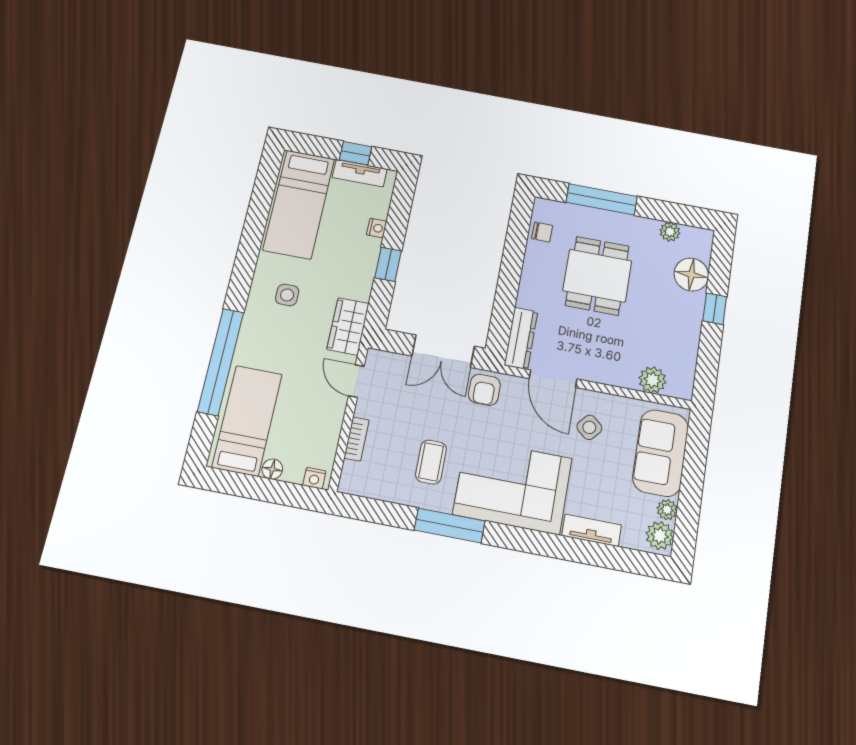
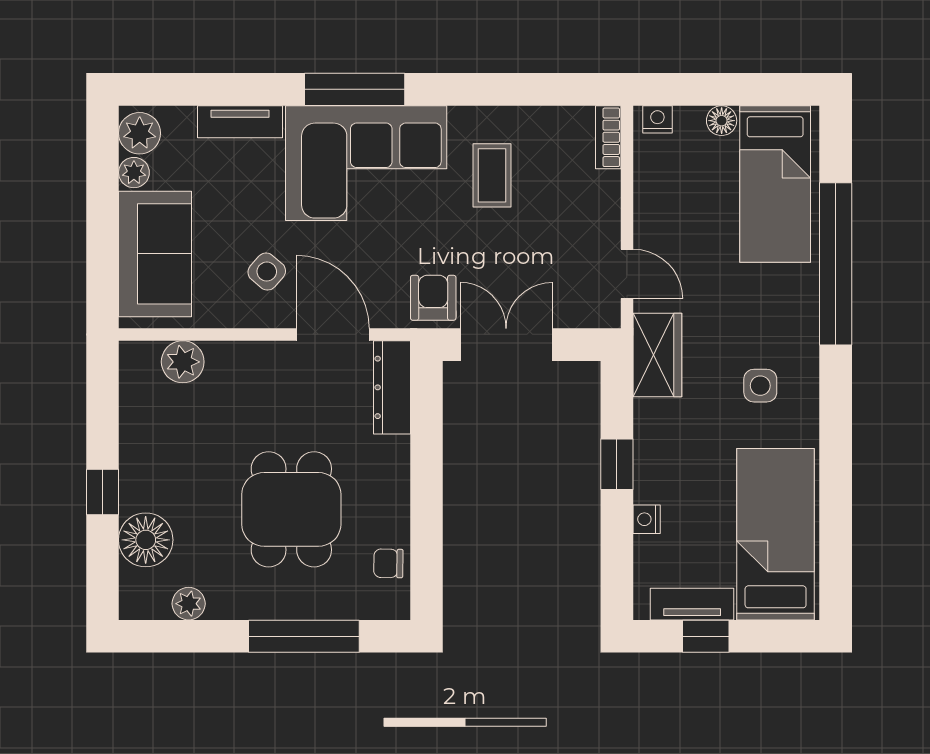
bookcase: (357, 439) -> (608, 137), moved
window: (450, 526) -> (355, 89), moved

